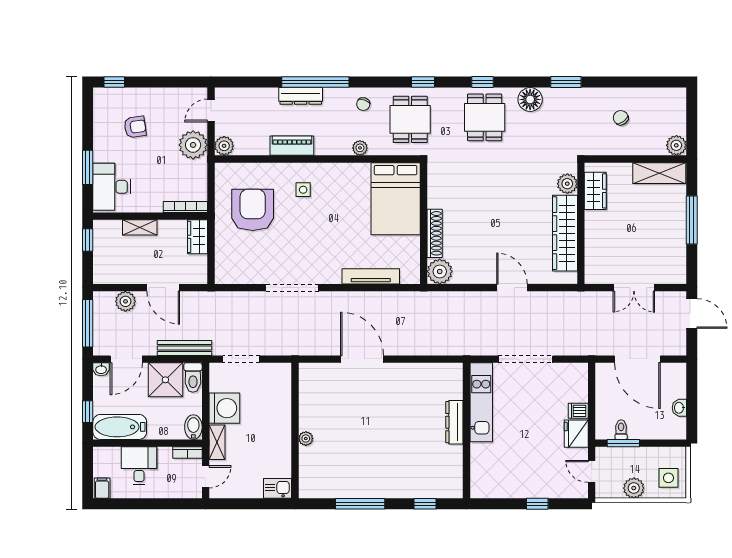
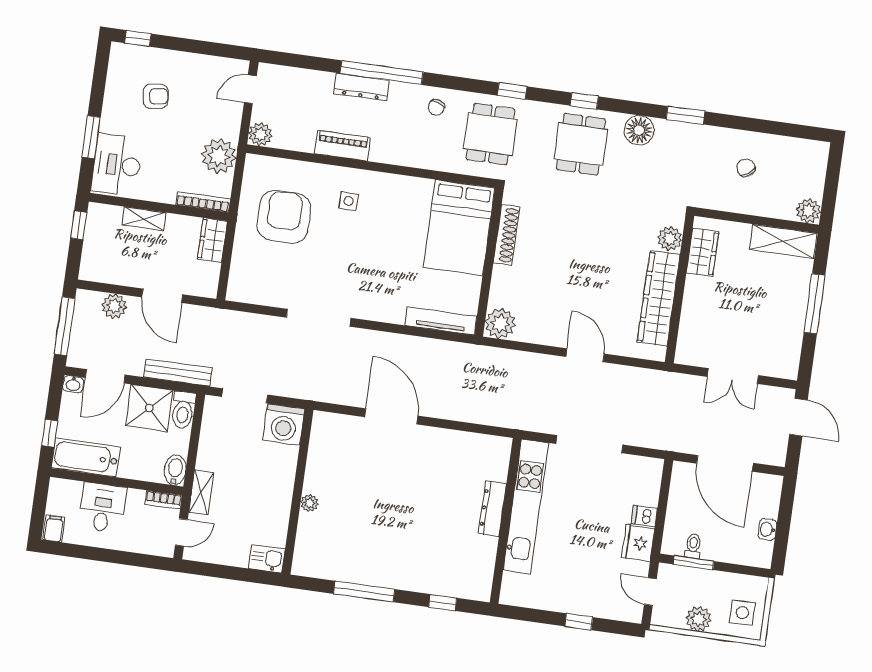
plant: (193, 145) -> (219, 156), moved
plant: (360, 148) -> (425, 160), removed
shoe rack: (435, 233) -> (506, 235), moved
tv unit: (371, 276) -> (441, 321), moved
kitchen unit: (481, 402) -> (526, 507), width x1.36
washing machine: (224, 408) -> (284, 425), moved, turned 90

